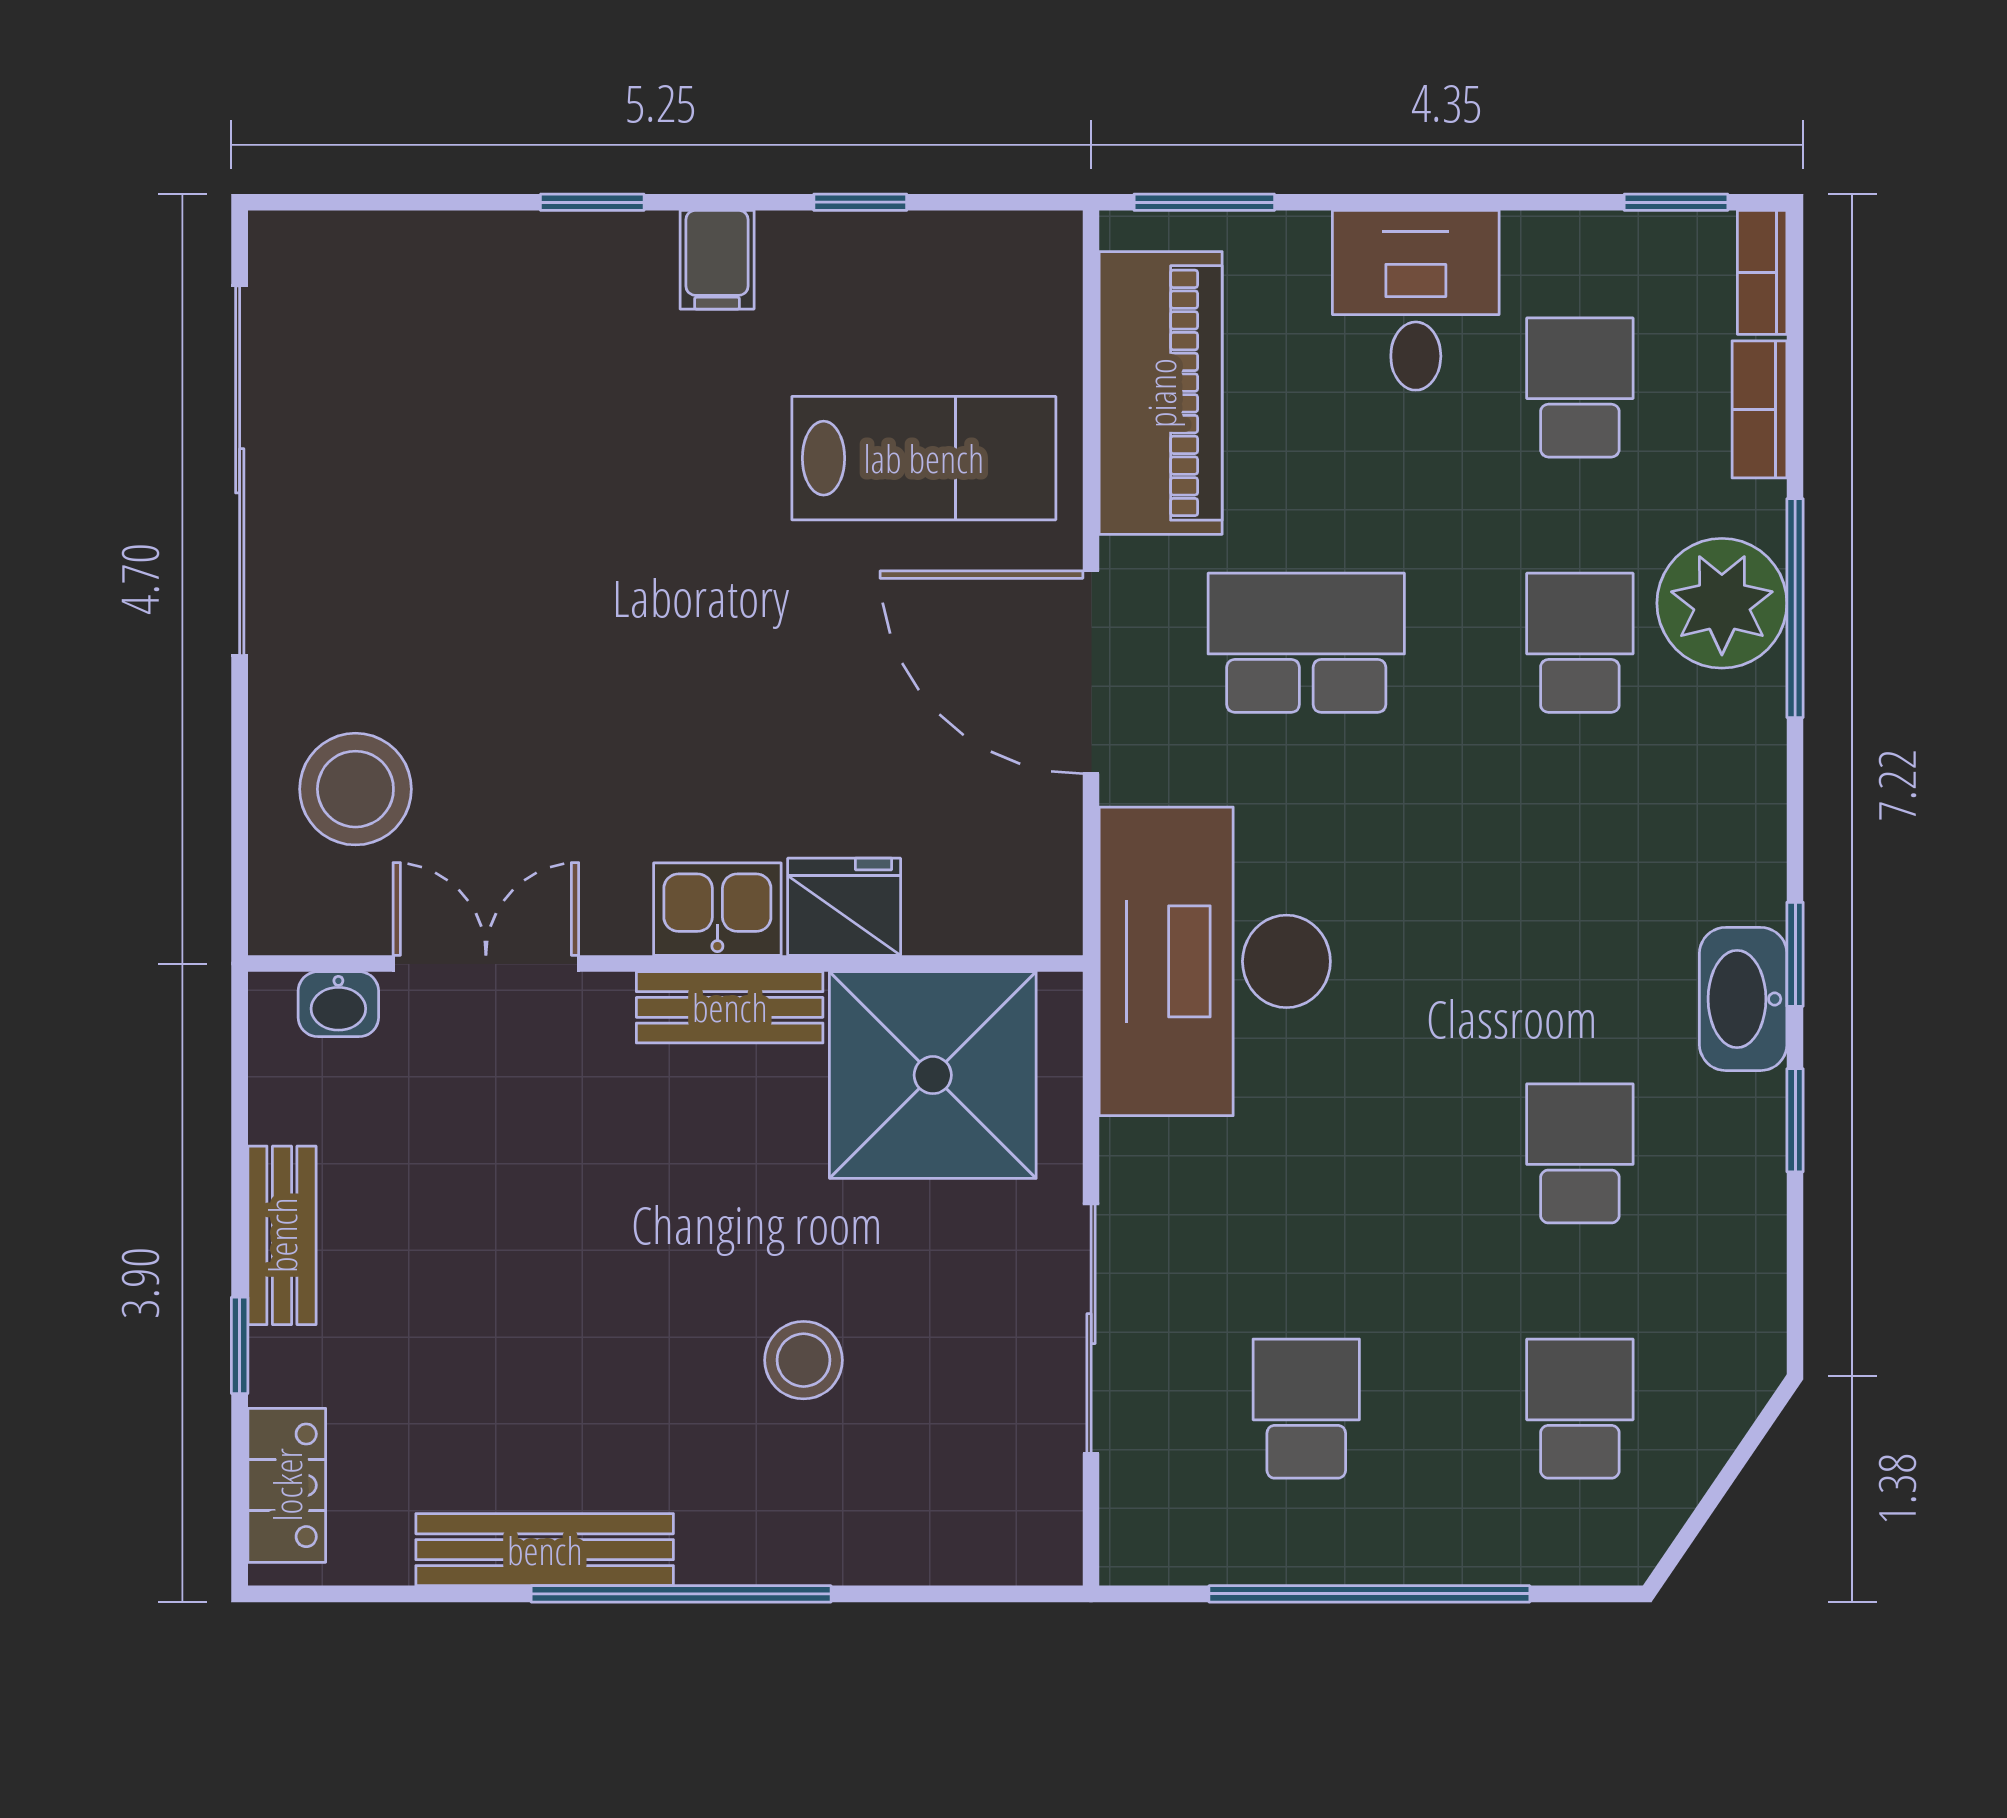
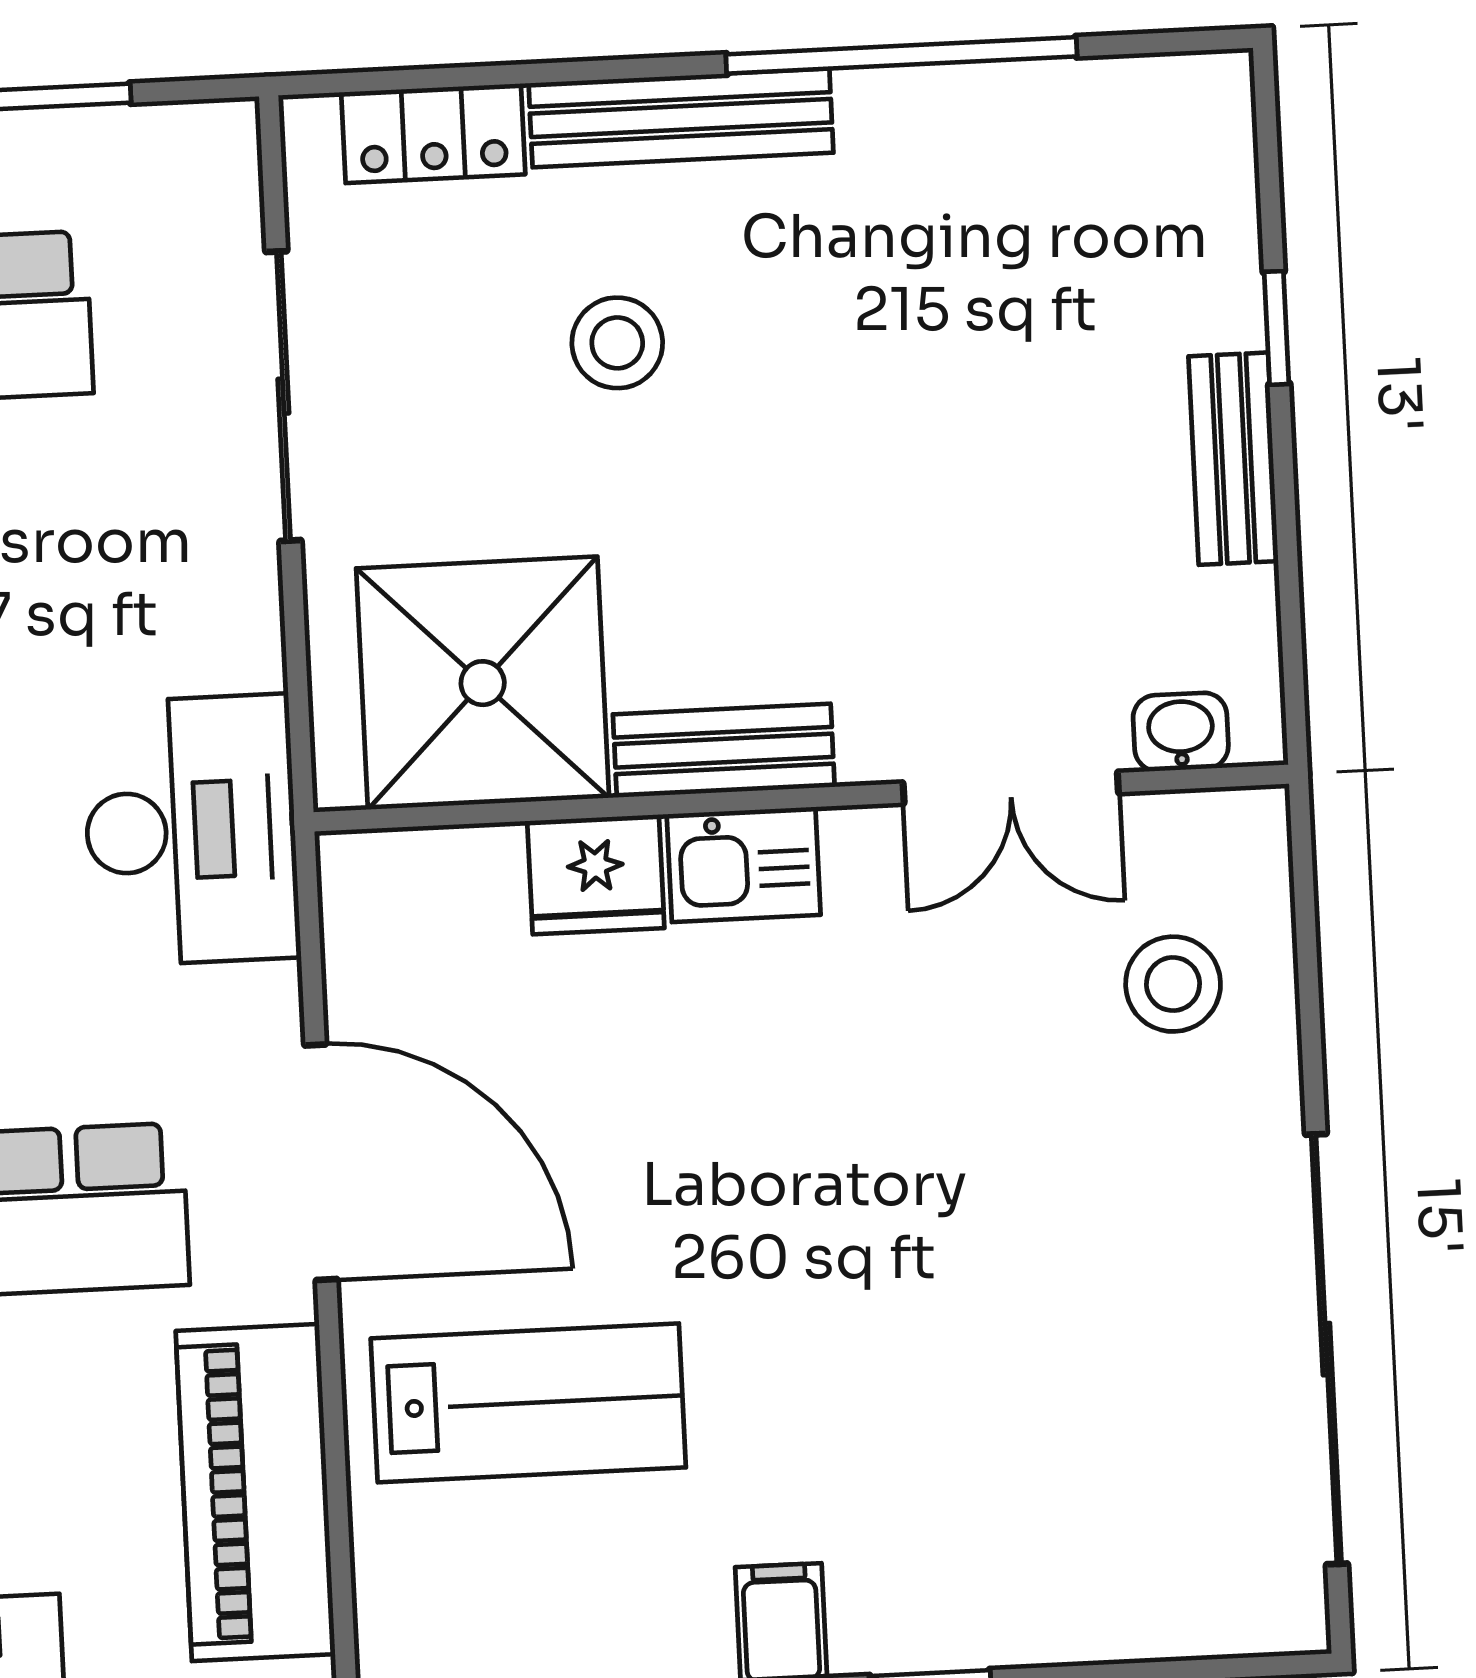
lab bench: (924, 458) -> (528, 1403), turned 180
stool: (355, 789) -> (1173, 984), width x0.73, depth x0.73
desk: (1215, 961) -> (191, 830), width x0.73, depth x0.77
locker: (287, 1485) -> (433, 133), moved, turned -90
bench: (545, 1550) -> (681, 118), moved
window: (681, 1594) -> (901, 55), moved

